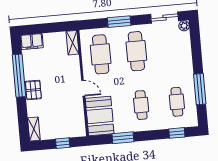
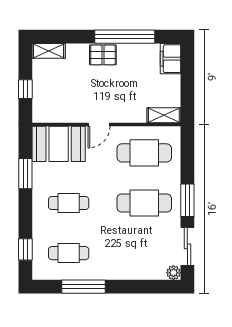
window: (119, 22) -> (187, 200), moved

